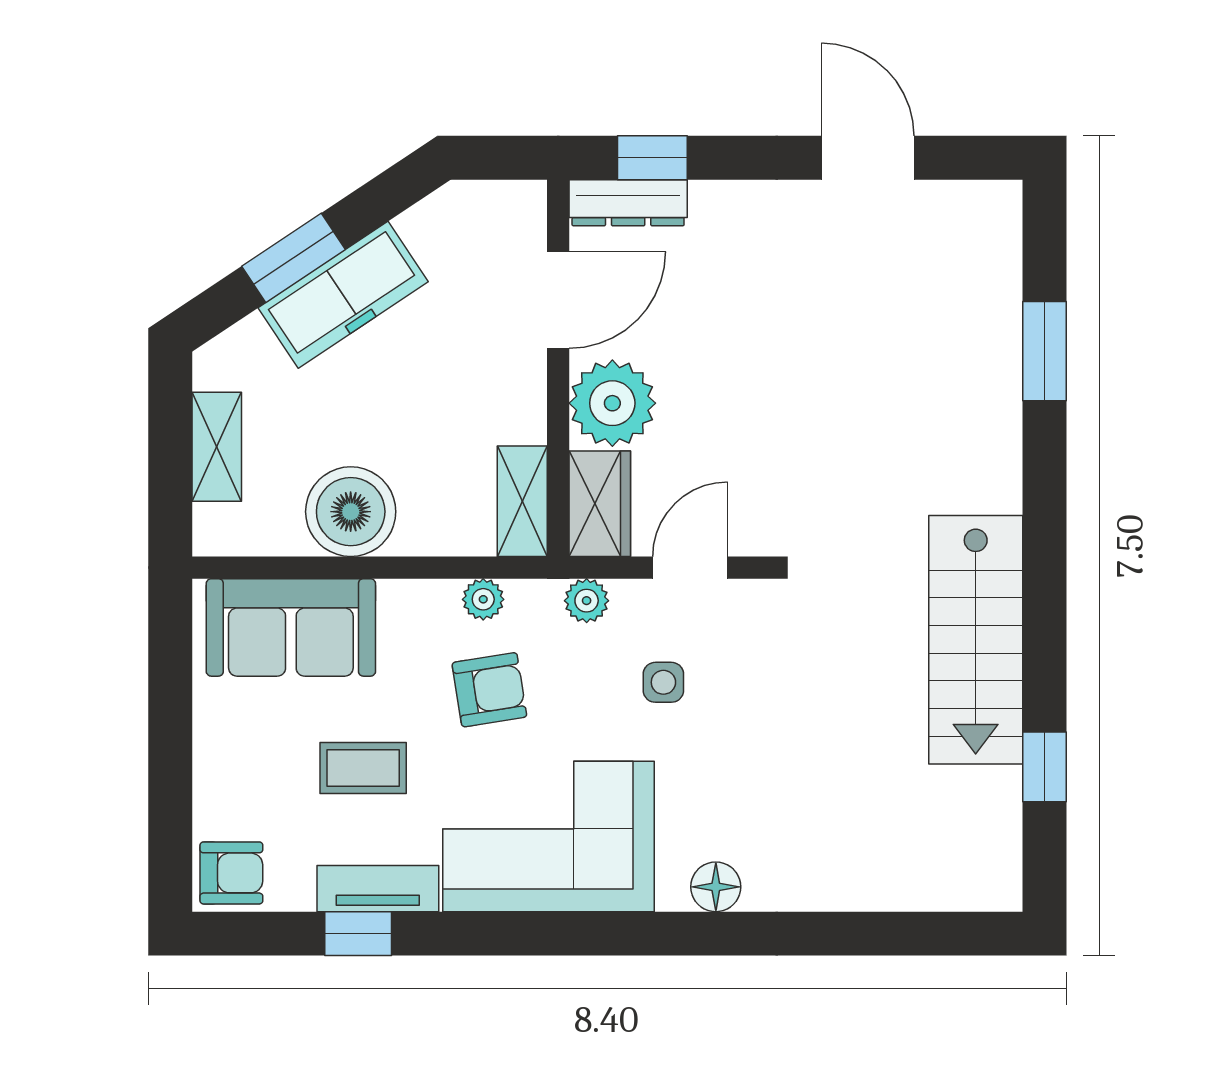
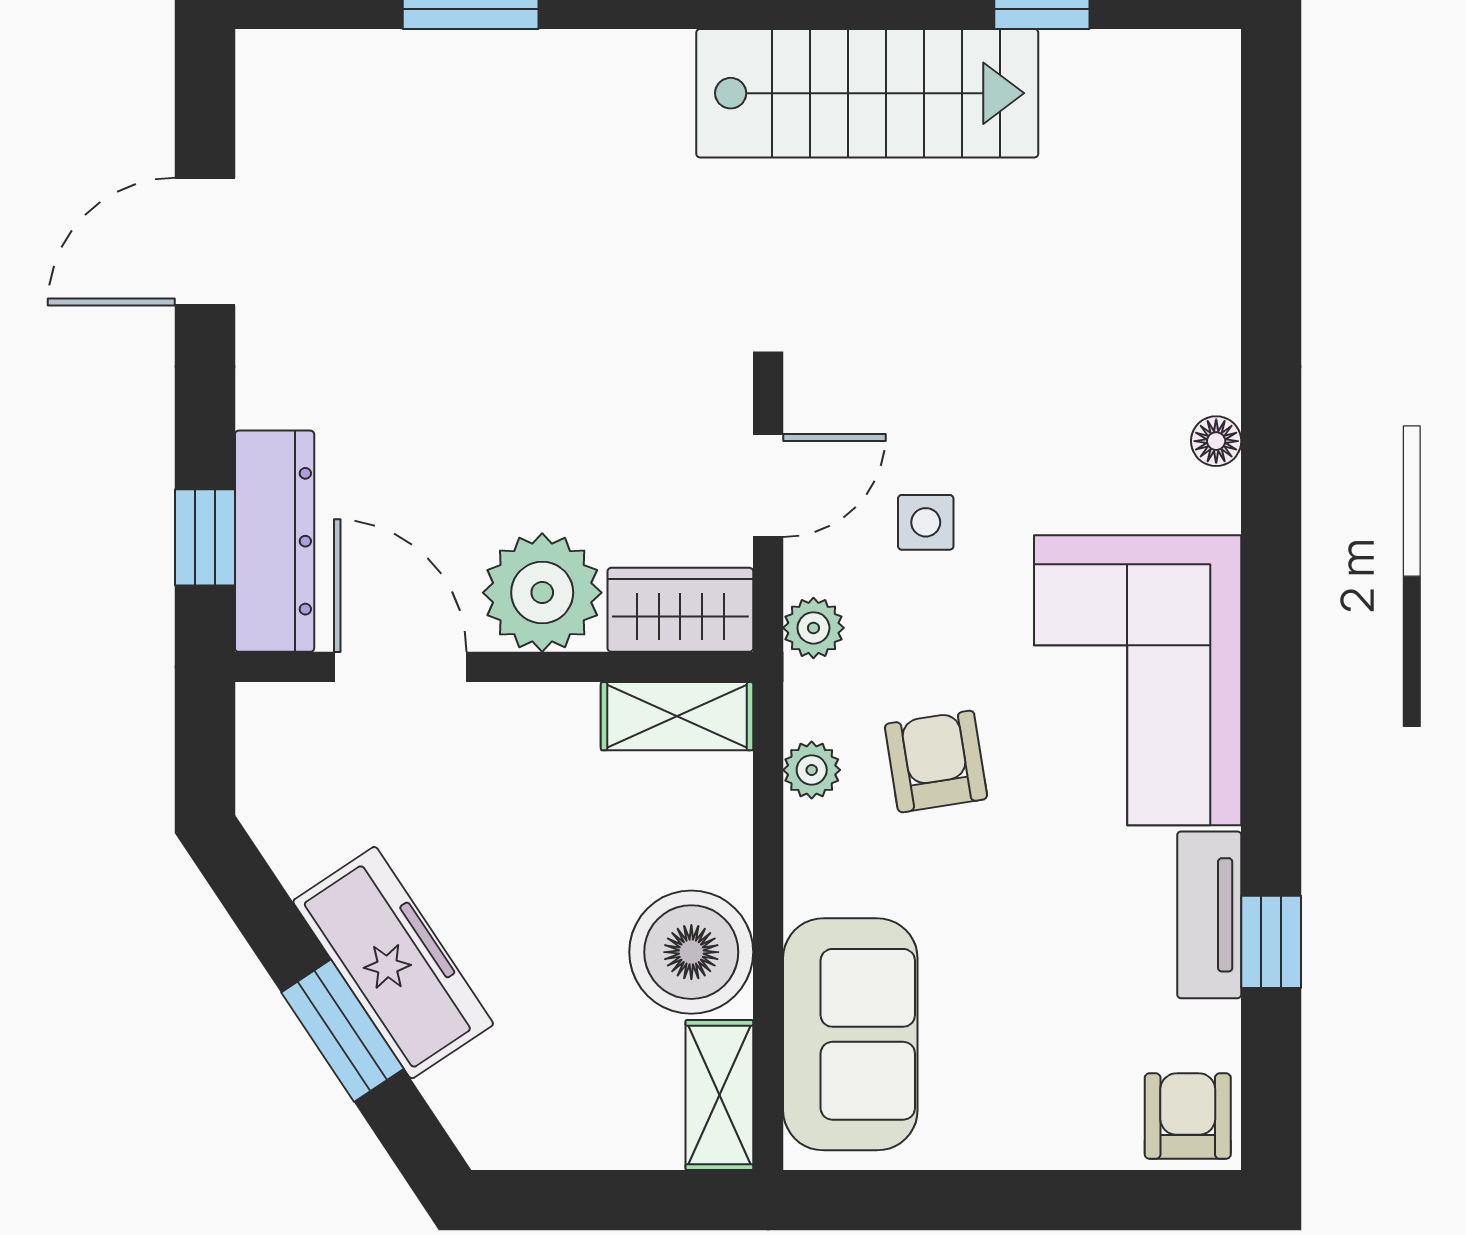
dresser: (628, 203) -> (275, 541), width x1.37, depth x1.24
shelving: (217, 447) -> (719, 1095), moved, turned 90
door: (690, 568) -> (768, 486), swing flipped
coffee table: (363, 768) -> (1044, 935), removed
floor lamp: (716, 887) -> (1216, 441), width x0.73, depth x0.73

